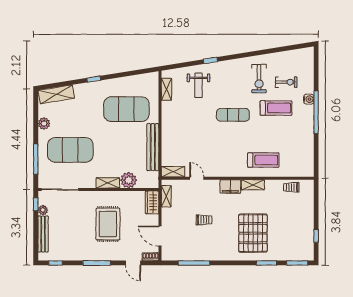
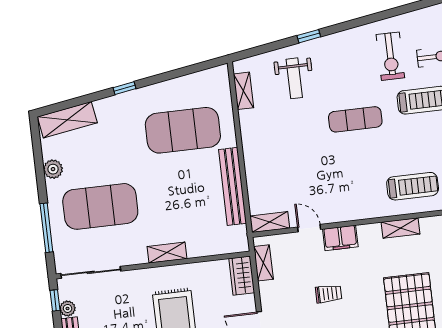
plant: (129, 180) -> (200, 244), removed
filing cabinet: (230, 186) -> (340, 238), moved

